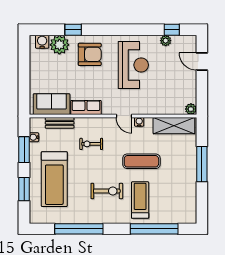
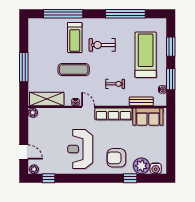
plant: (166, 41) -> (34, 169), moved
row of seats: (86, 108) -> (113, 114), width x1.48

